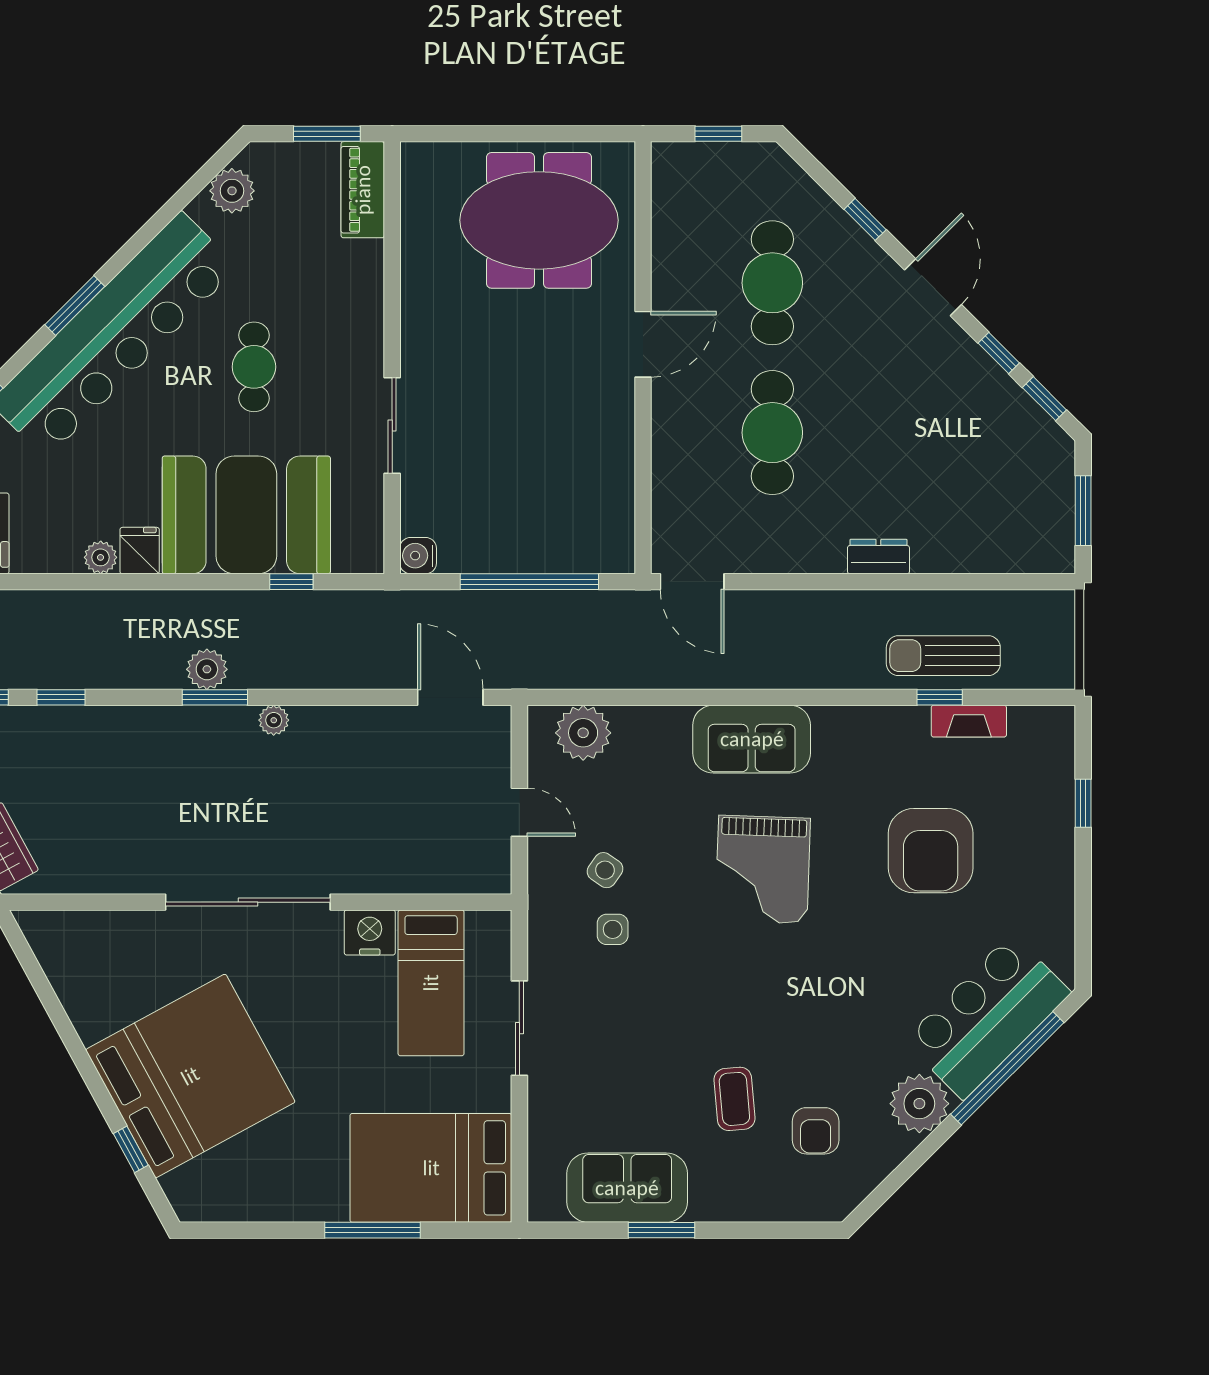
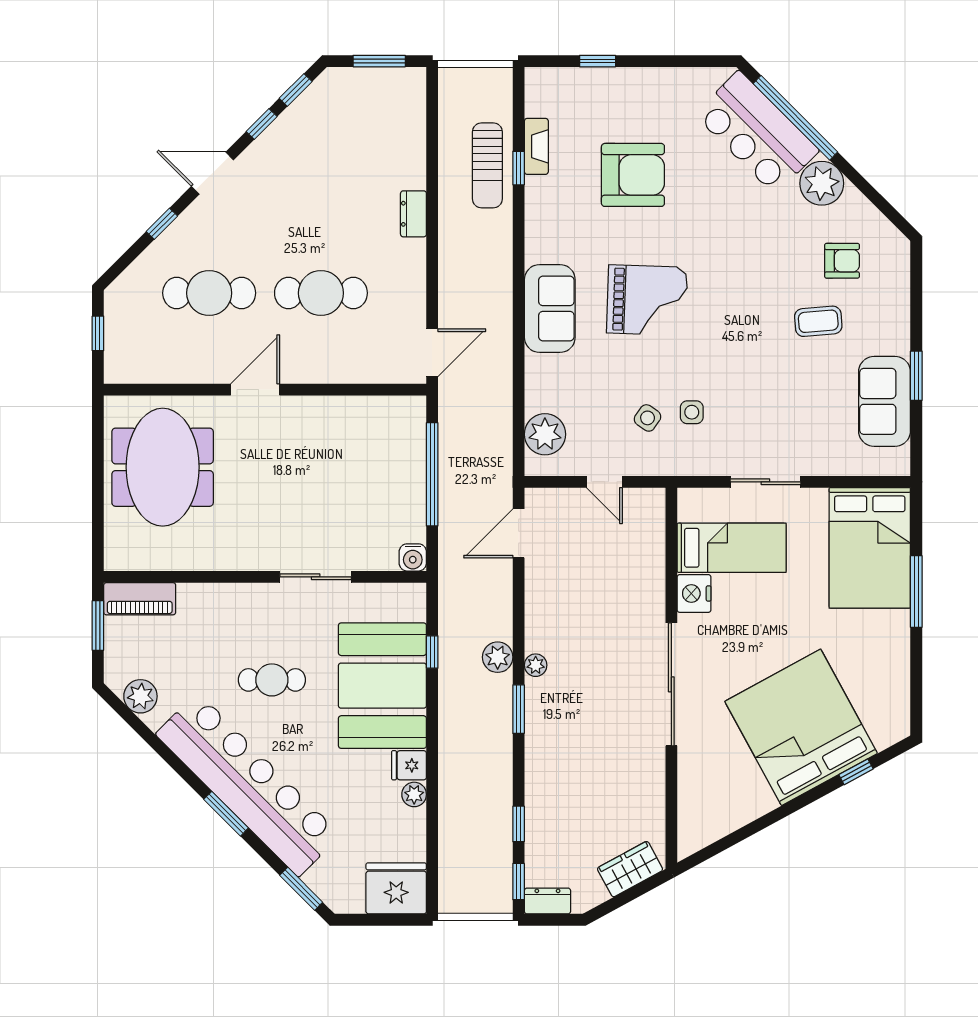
door: (643, 344) -> (255, 390), hinge flipped
plant: (207, 669) -> (498, 657), moved
door: (519, 812) -> (604, 482), swing flipped

